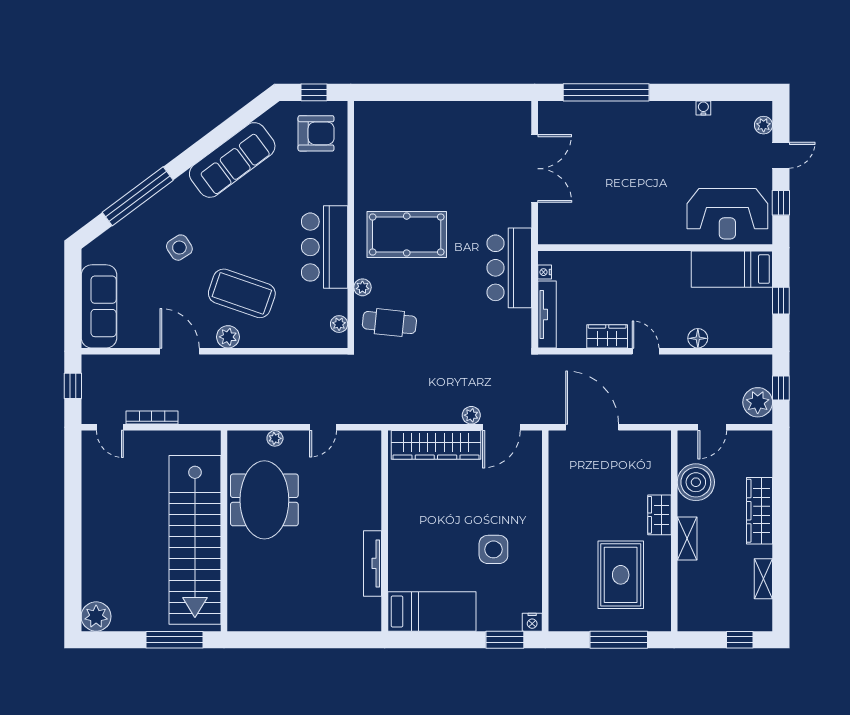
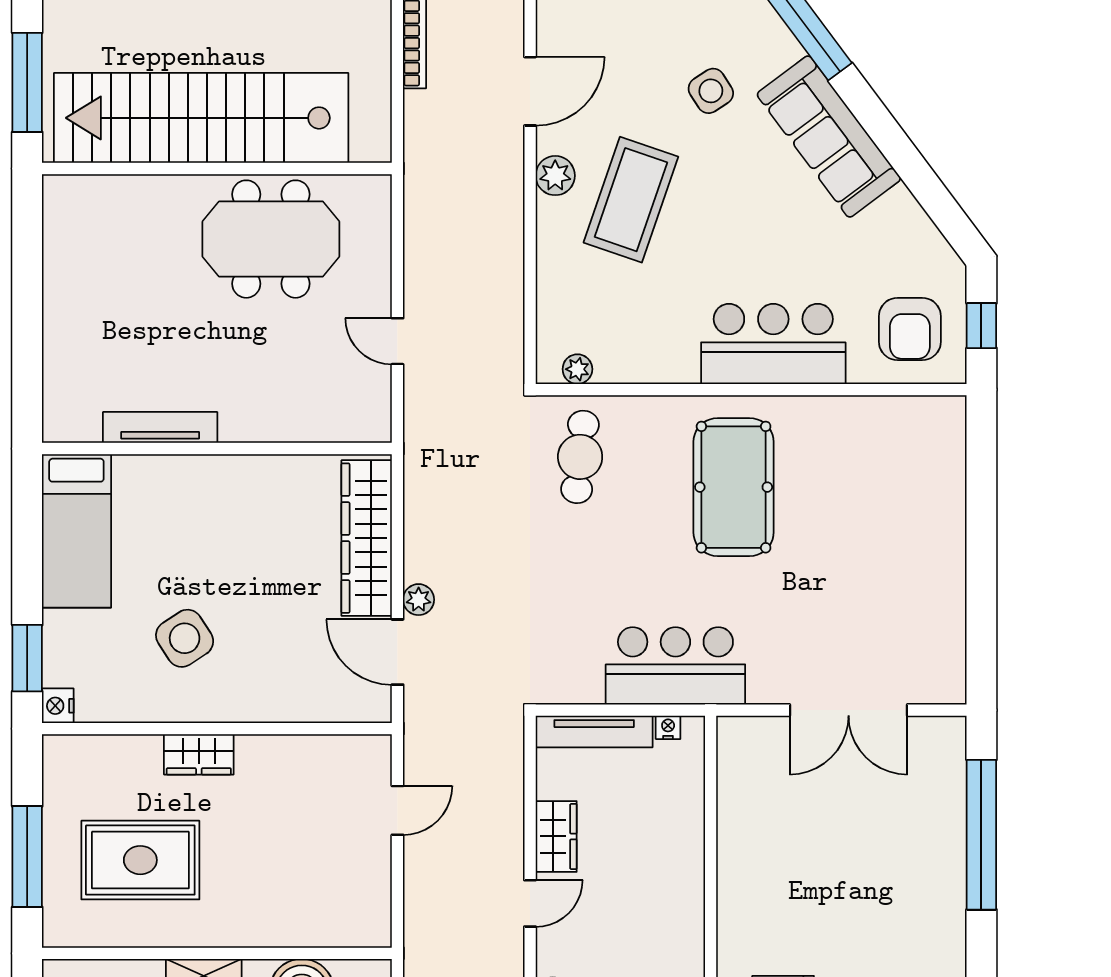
sofa: (232, 160) -> (829, 137), moved
bar counter: (325, 247) -> (773, 344), moved
plant: (362, 287) -> (641, 410), removed
door: (592, 427) -> (397, 810), width x0.53
plant: (275, 438) -> (378, 257), removed
wardrobe: (659, 515) -> (199, 754), moved, turned 180
side table: (493, 549) -> (185, 638), turned -33

